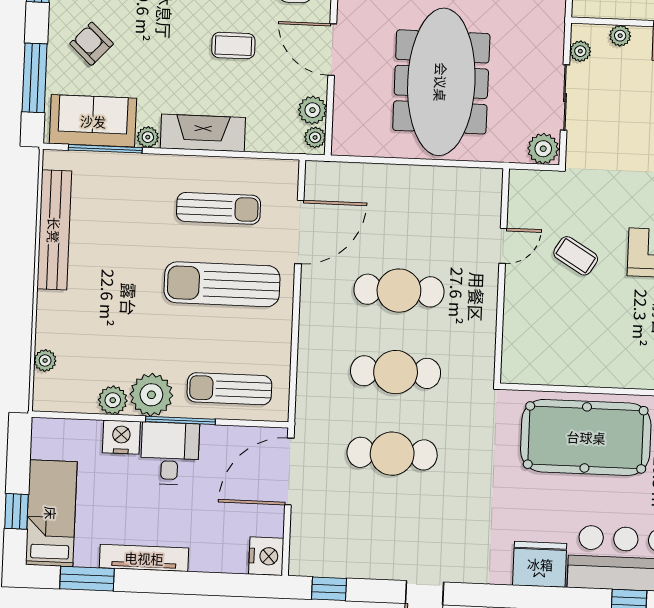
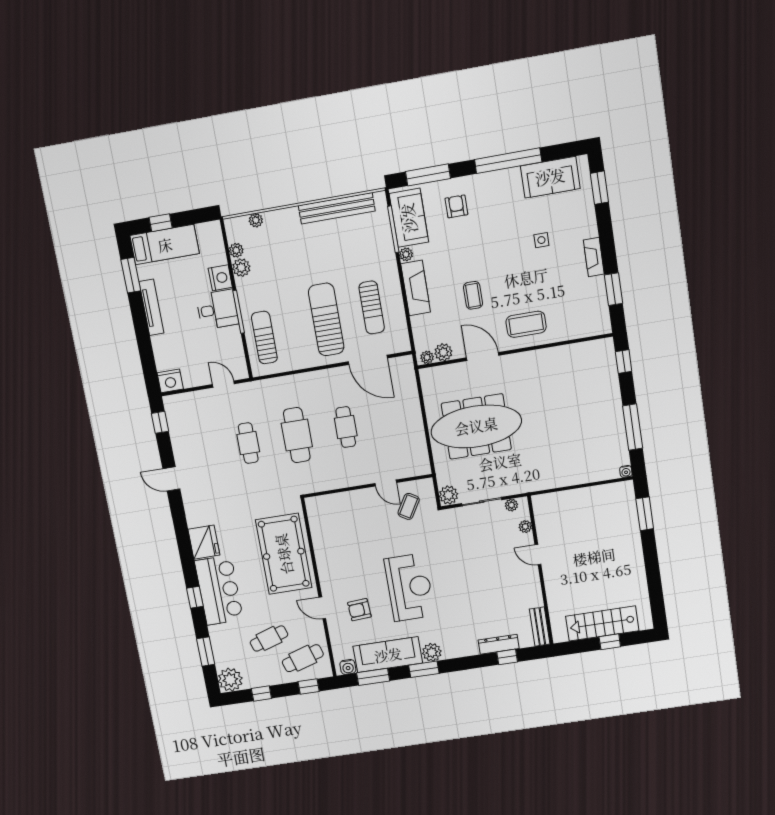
armchair: (92, 44) -> (456, 206), turned -43
door: (332, 50) -> (483, 356), hinge flipped
coffee table: (576, 256) -> (409, 506), moved
cafe table: (399, 291) -> (346, 427), width x0.73, depth x0.74
plant: (151, 395) -> (236, 250), moved, width x0.53, depth x0.53
cafe table: (392, 454) -> (248, 443), width x0.73, depth x0.74
door: (289, 471) -> (223, 384), width x0.53

